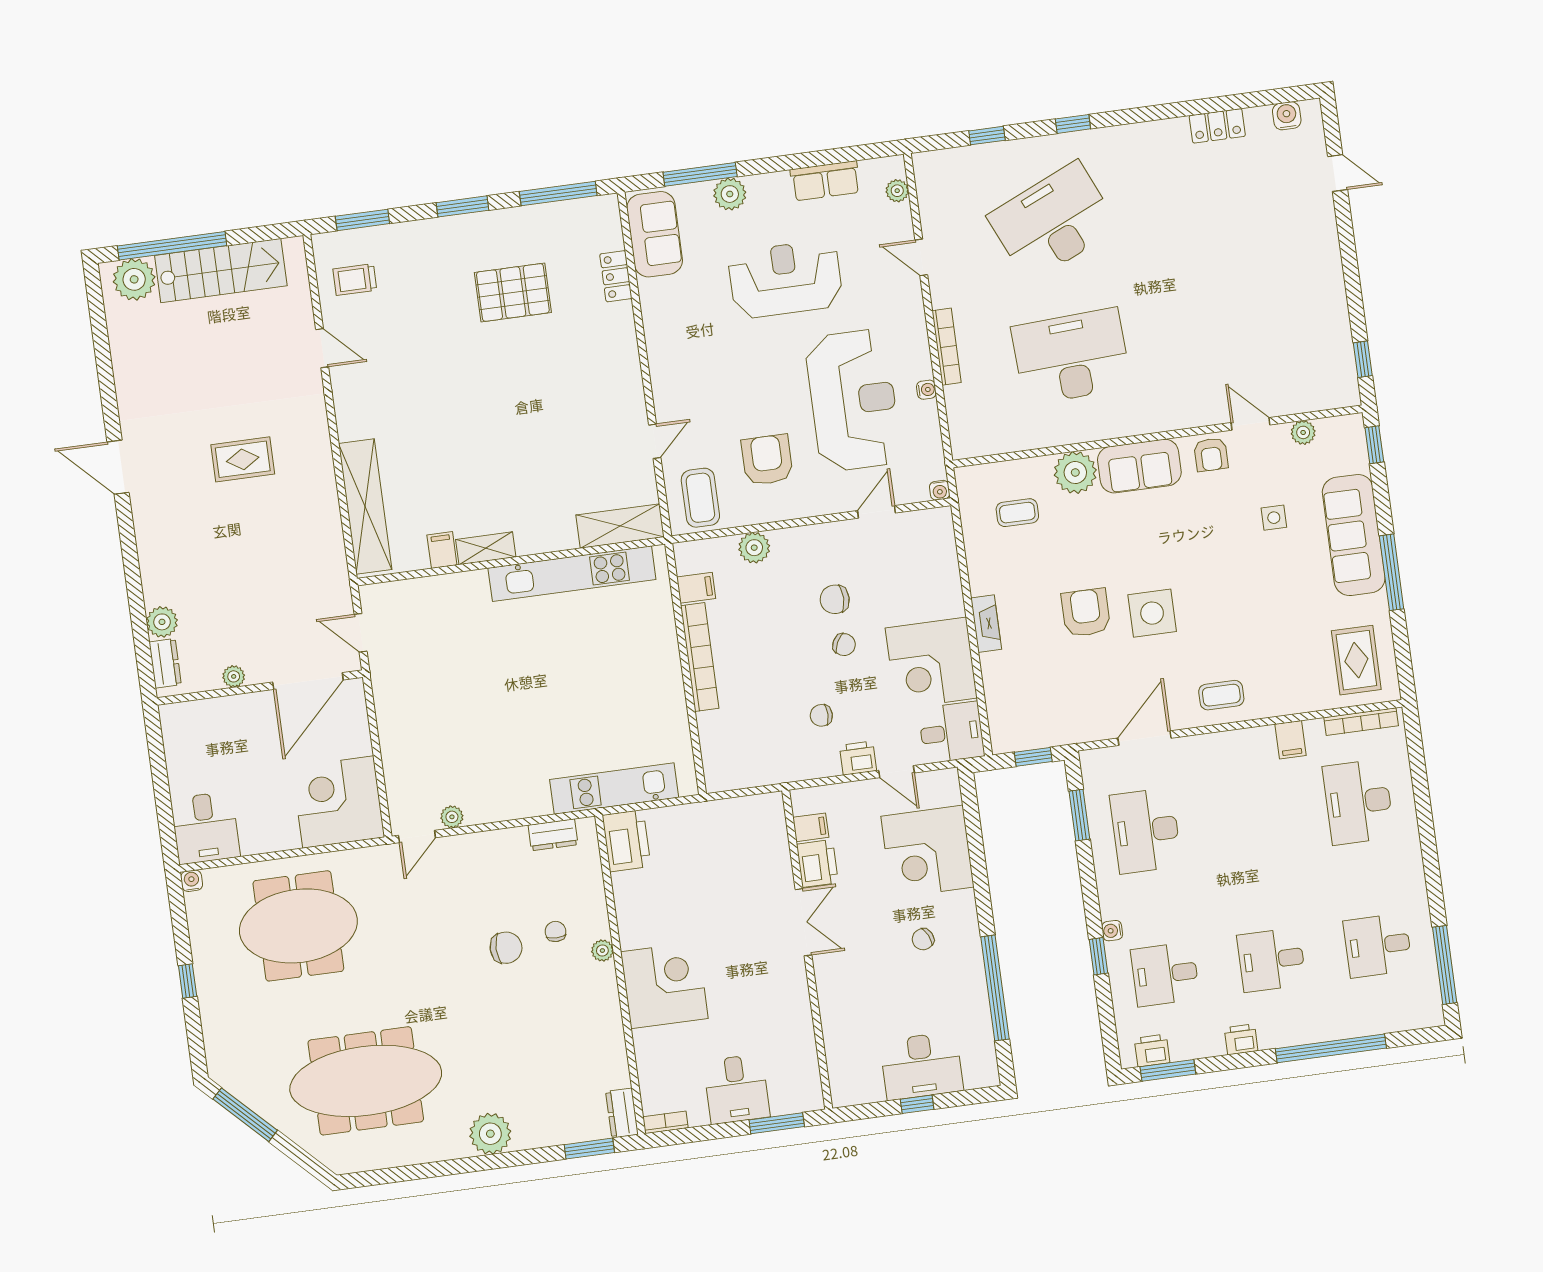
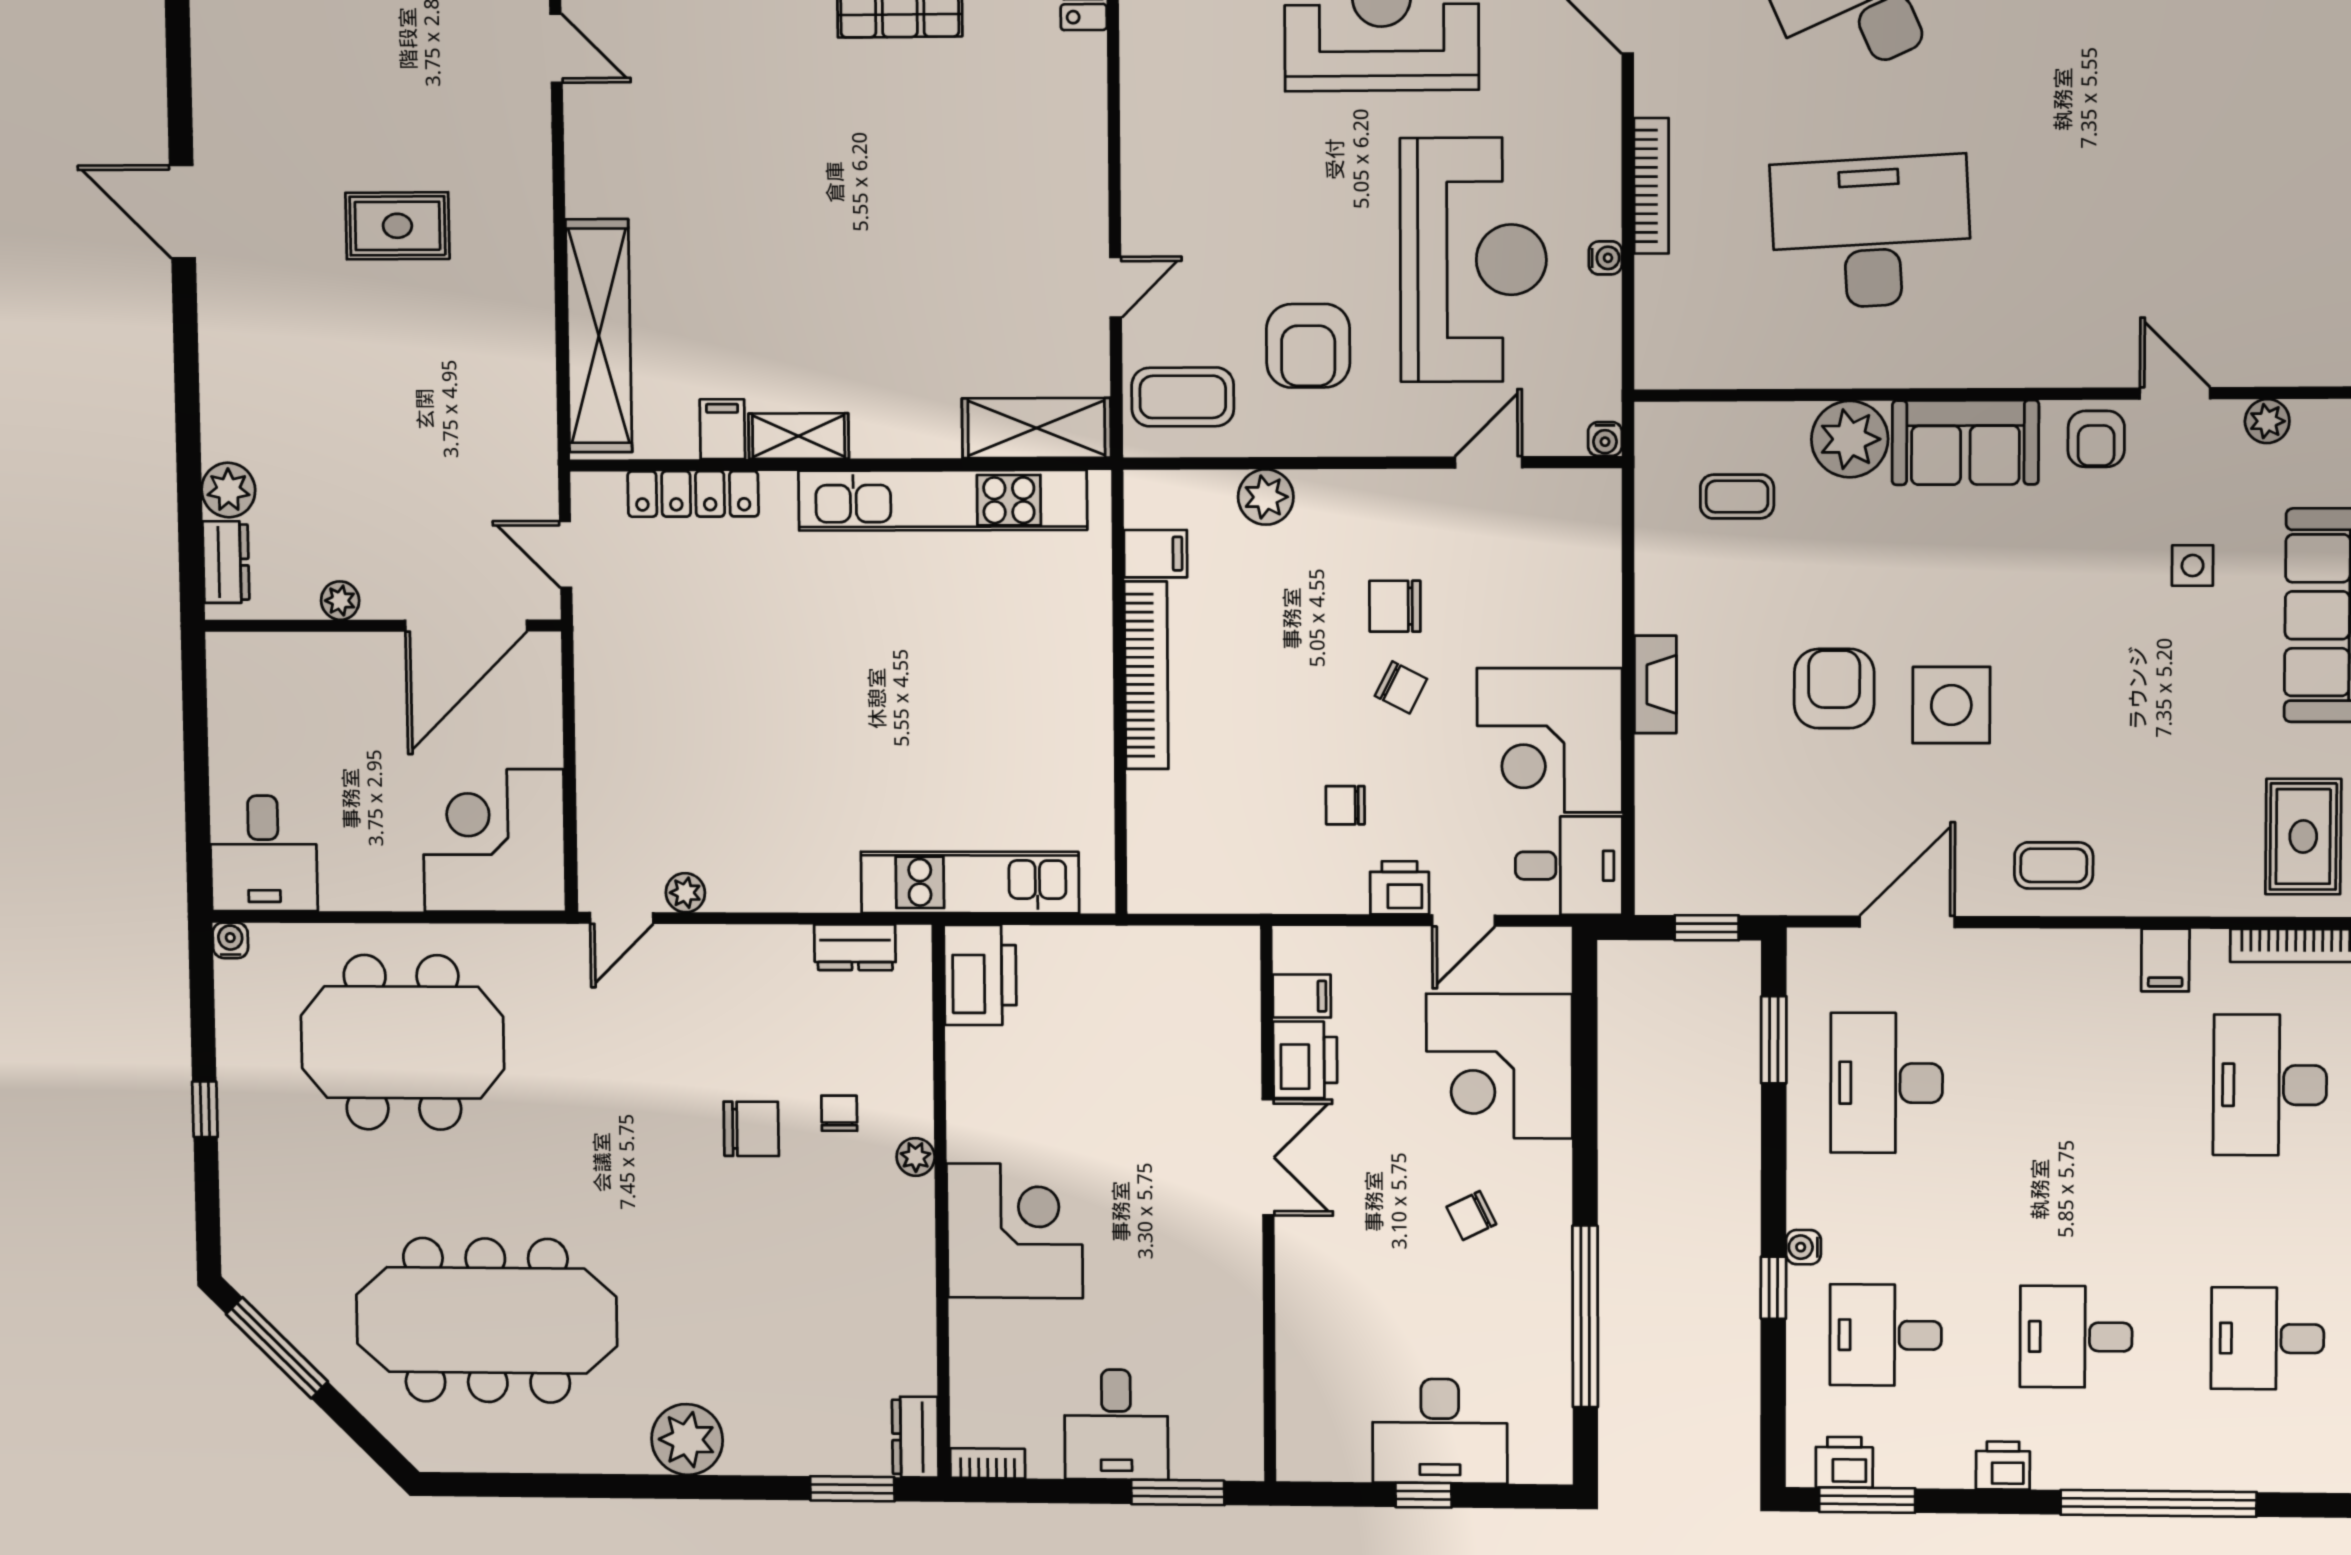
armchair: (767, 460) -> (1308, 346), turned 180
coffee table: (700, 498) -> (1183, 397), turned 90
locker: (430, 589) -> (693, 494), added
door: (896, 772) -> (1464, 921), hinge flipped

